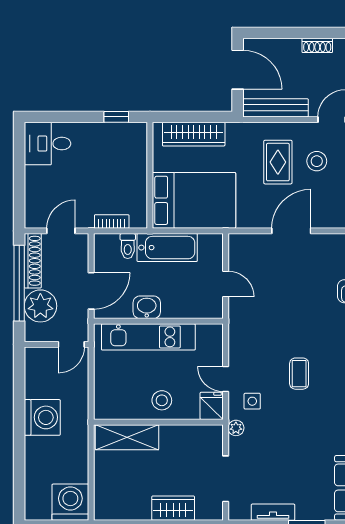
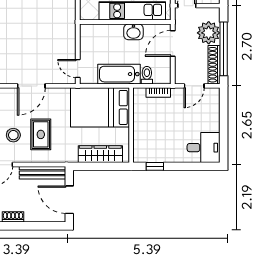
door: (226, 284) -> (78, 69), moved

